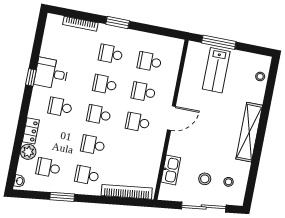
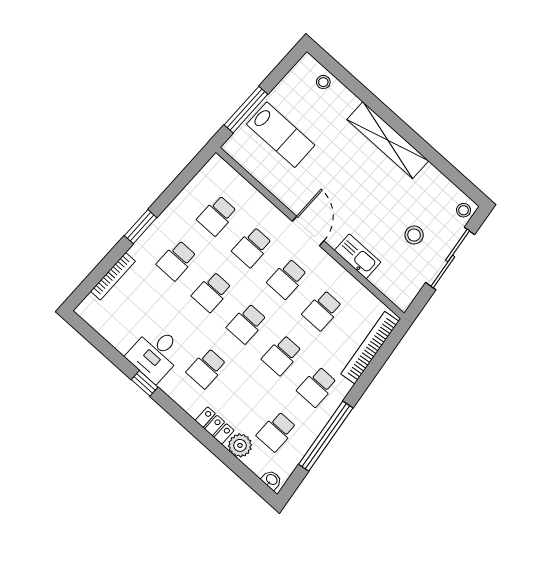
school desk: (132, 153) -> (322, 310), added
kitchen sink: (171, 170) -> (358, 256), moved
stool: (229, 182) -> (464, 210), moved
window: (62, 197) -> (326, 436), width x2.11

